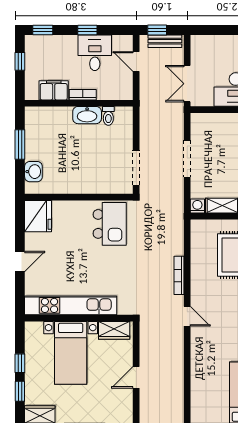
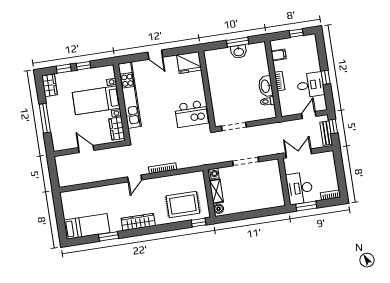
window: (43, 30) -> (321, 46), removed
filing cabinet: (54, 90) -> (279, 55), width x0.50
washbasin: (33, 172) -> (239, 52), moved

